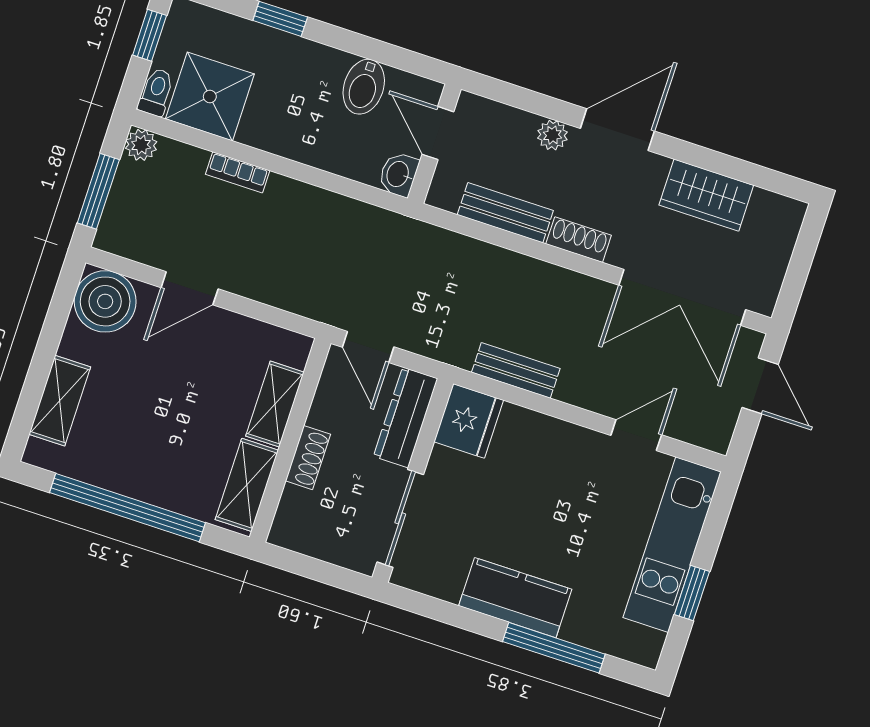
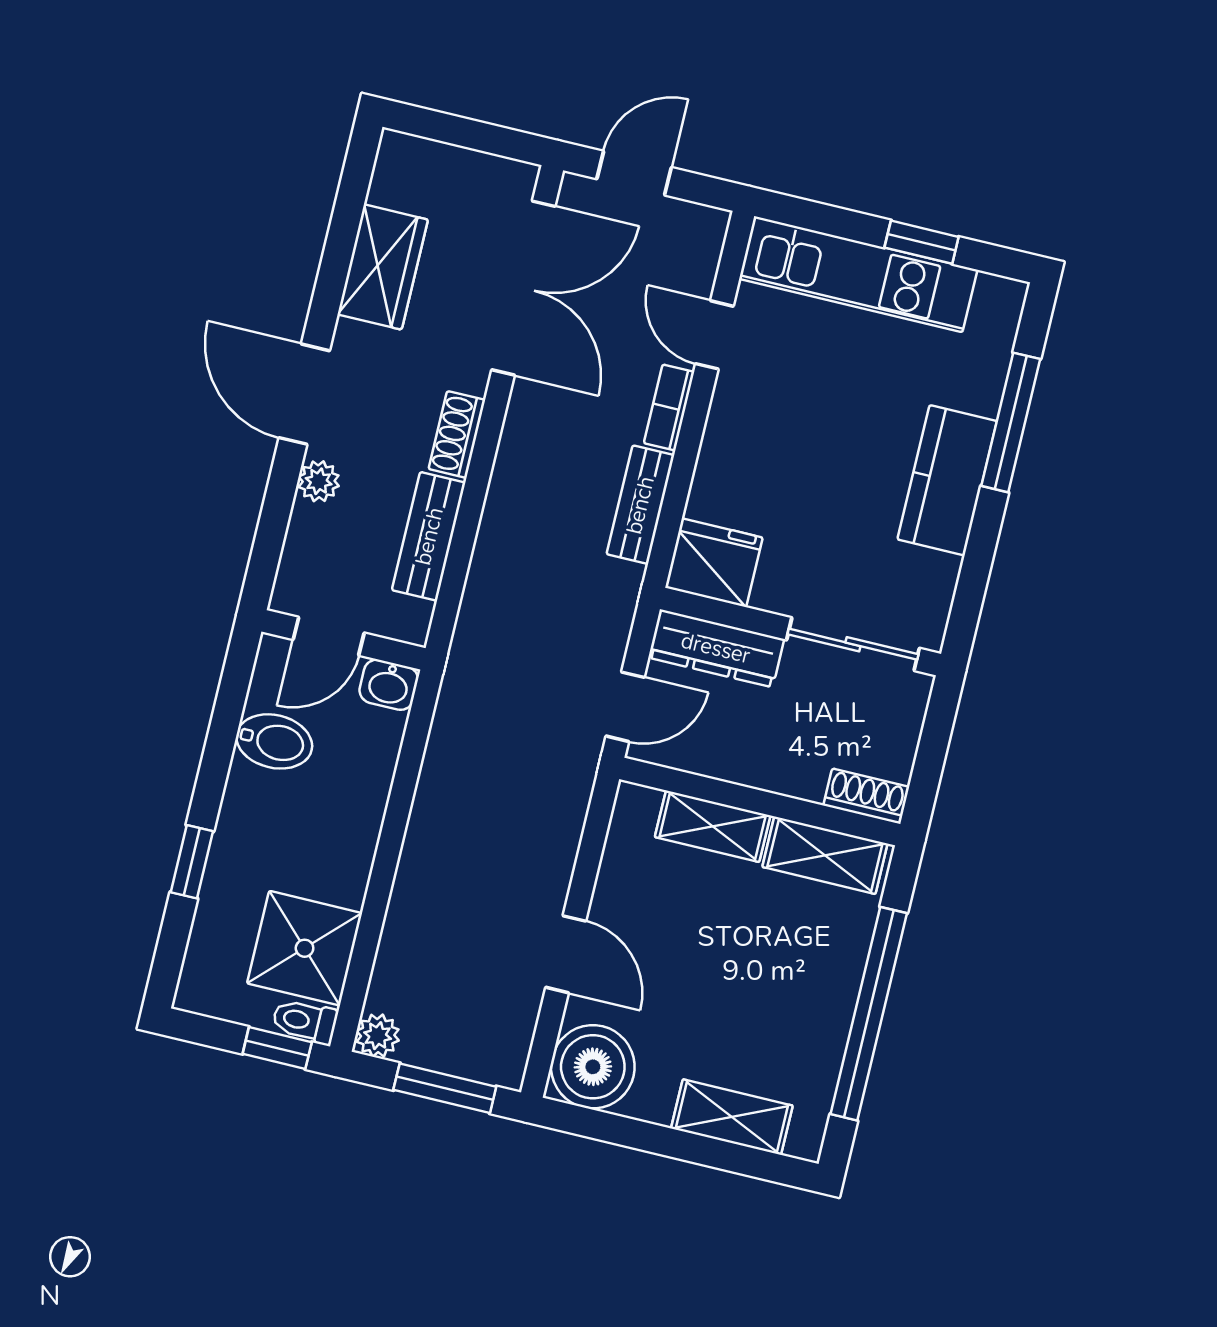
window: (150, 35) -> (277, 1048), moved
bookcase: (238, 172) -> (669, 408), moved, turned 180
shoe rack: (308, 458) -> (866, 796), moved

